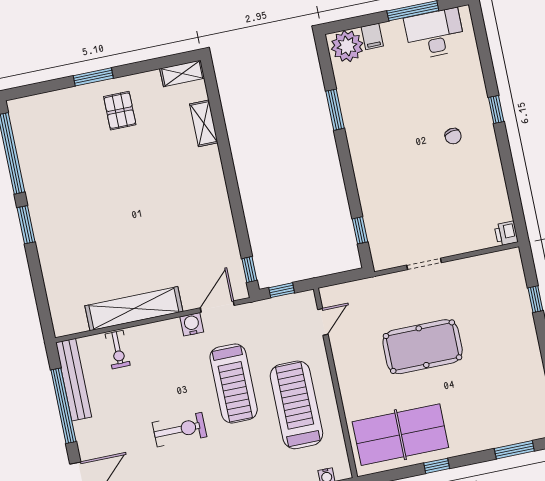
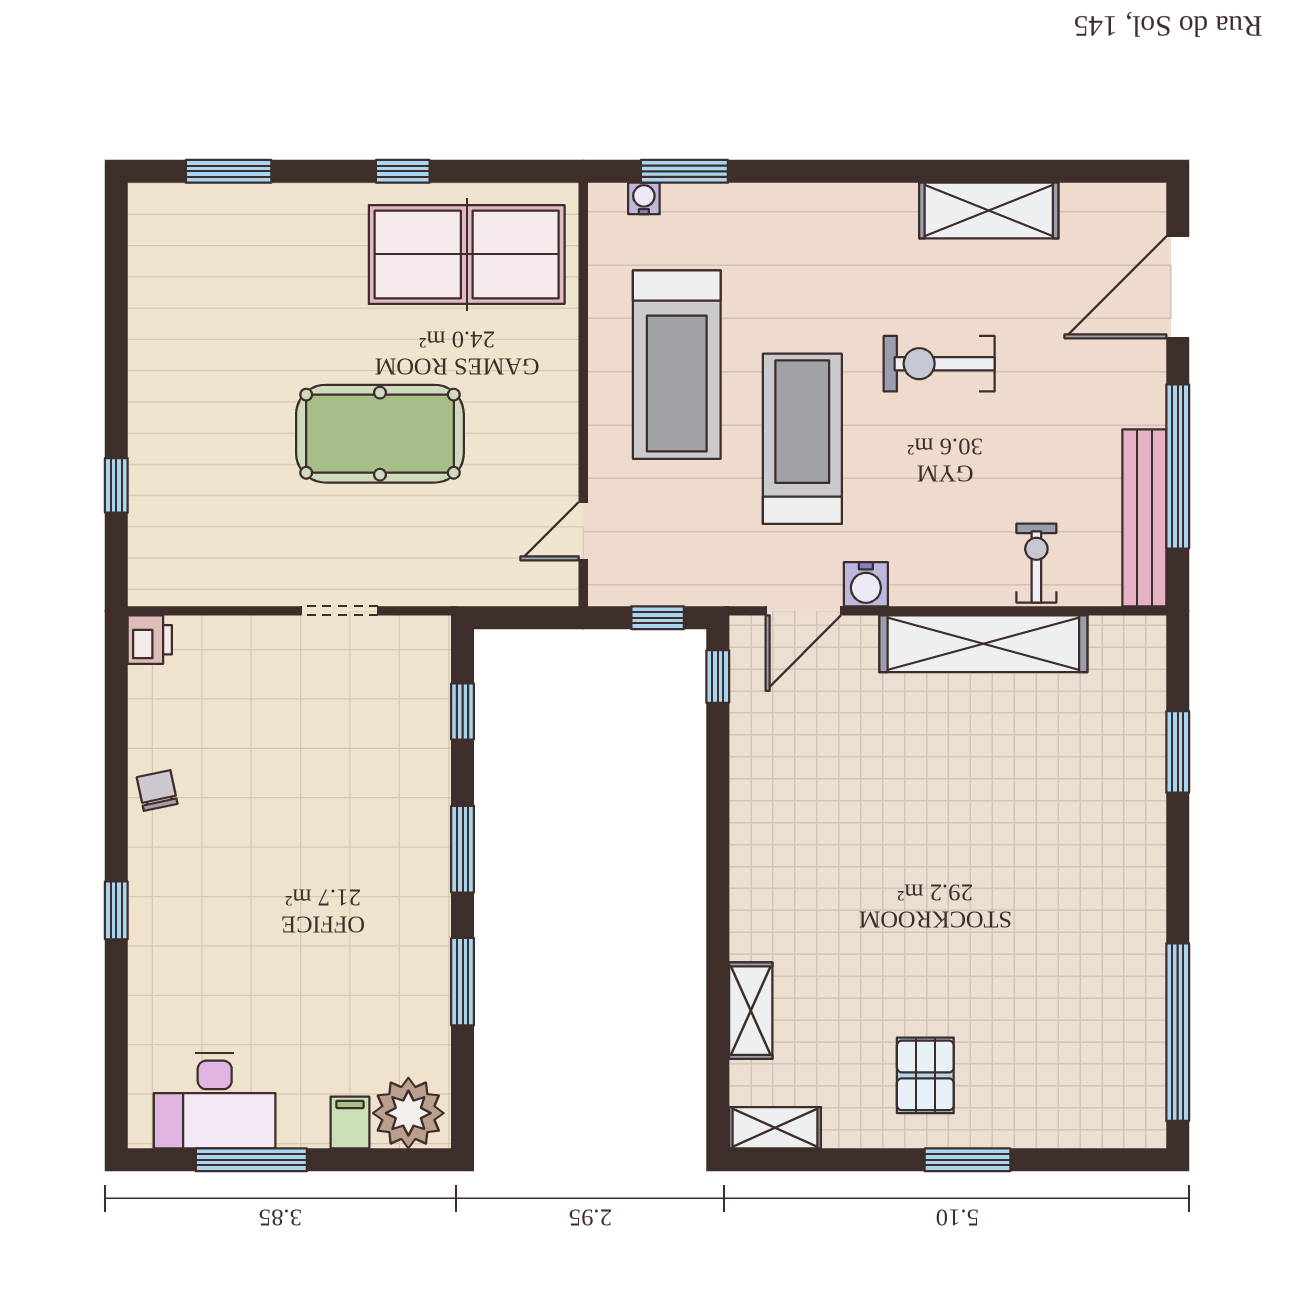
chair: (453, 136) -> (157, 791), moved
window: (347, 169) -> (463, 849), added
window: (26, 225) -> (1178, 752), moved

